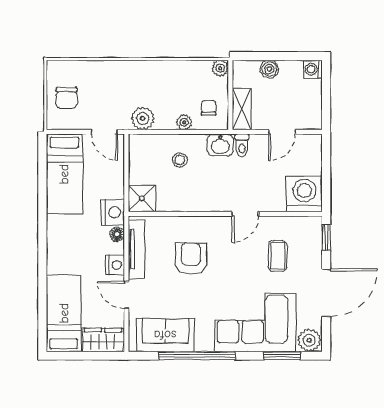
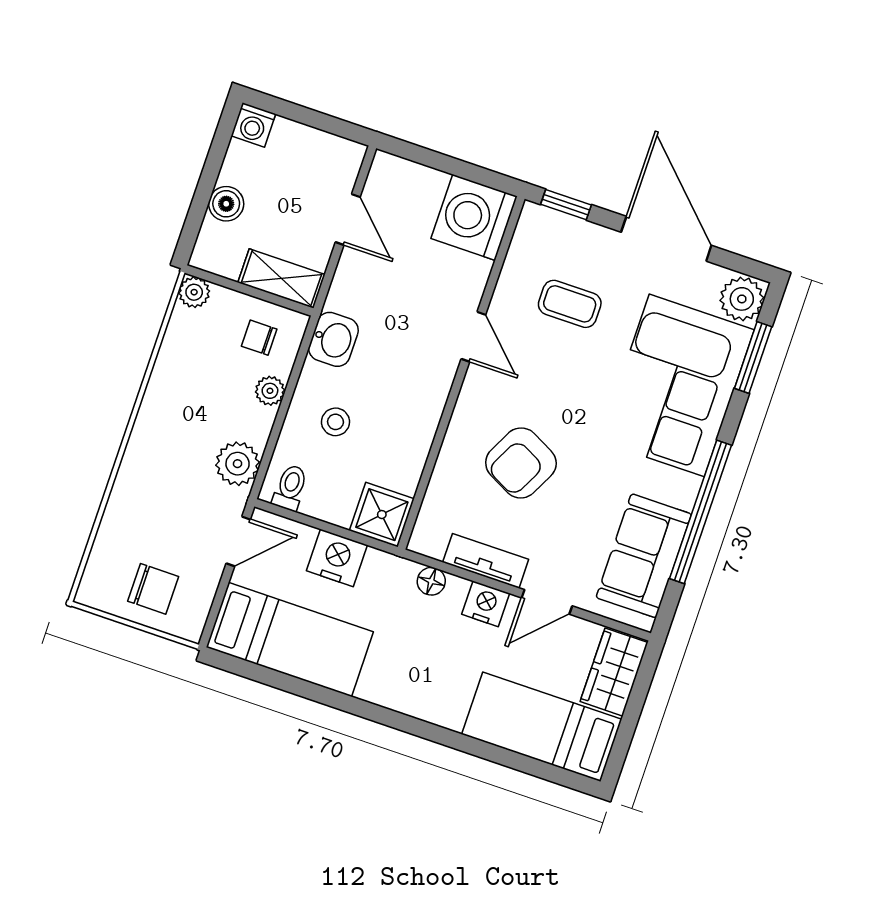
toilet: (242, 145) -> (290, 488), moved, turned -90
nightstand: (113, 212) -> (337, 558), moved
tv unit: (136, 249) -> (486, 561), width x0.71
armchair: (191, 259) -> (521, 463), turned -63

